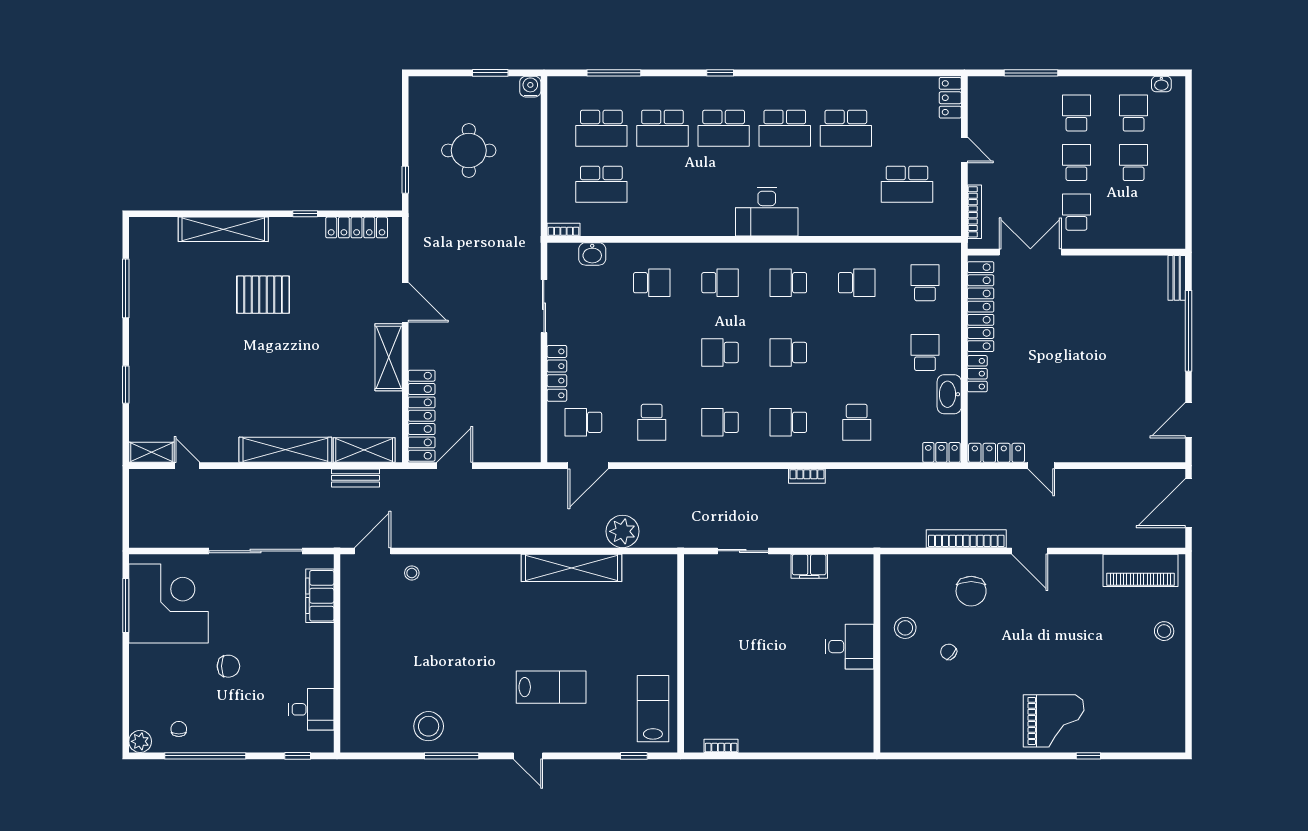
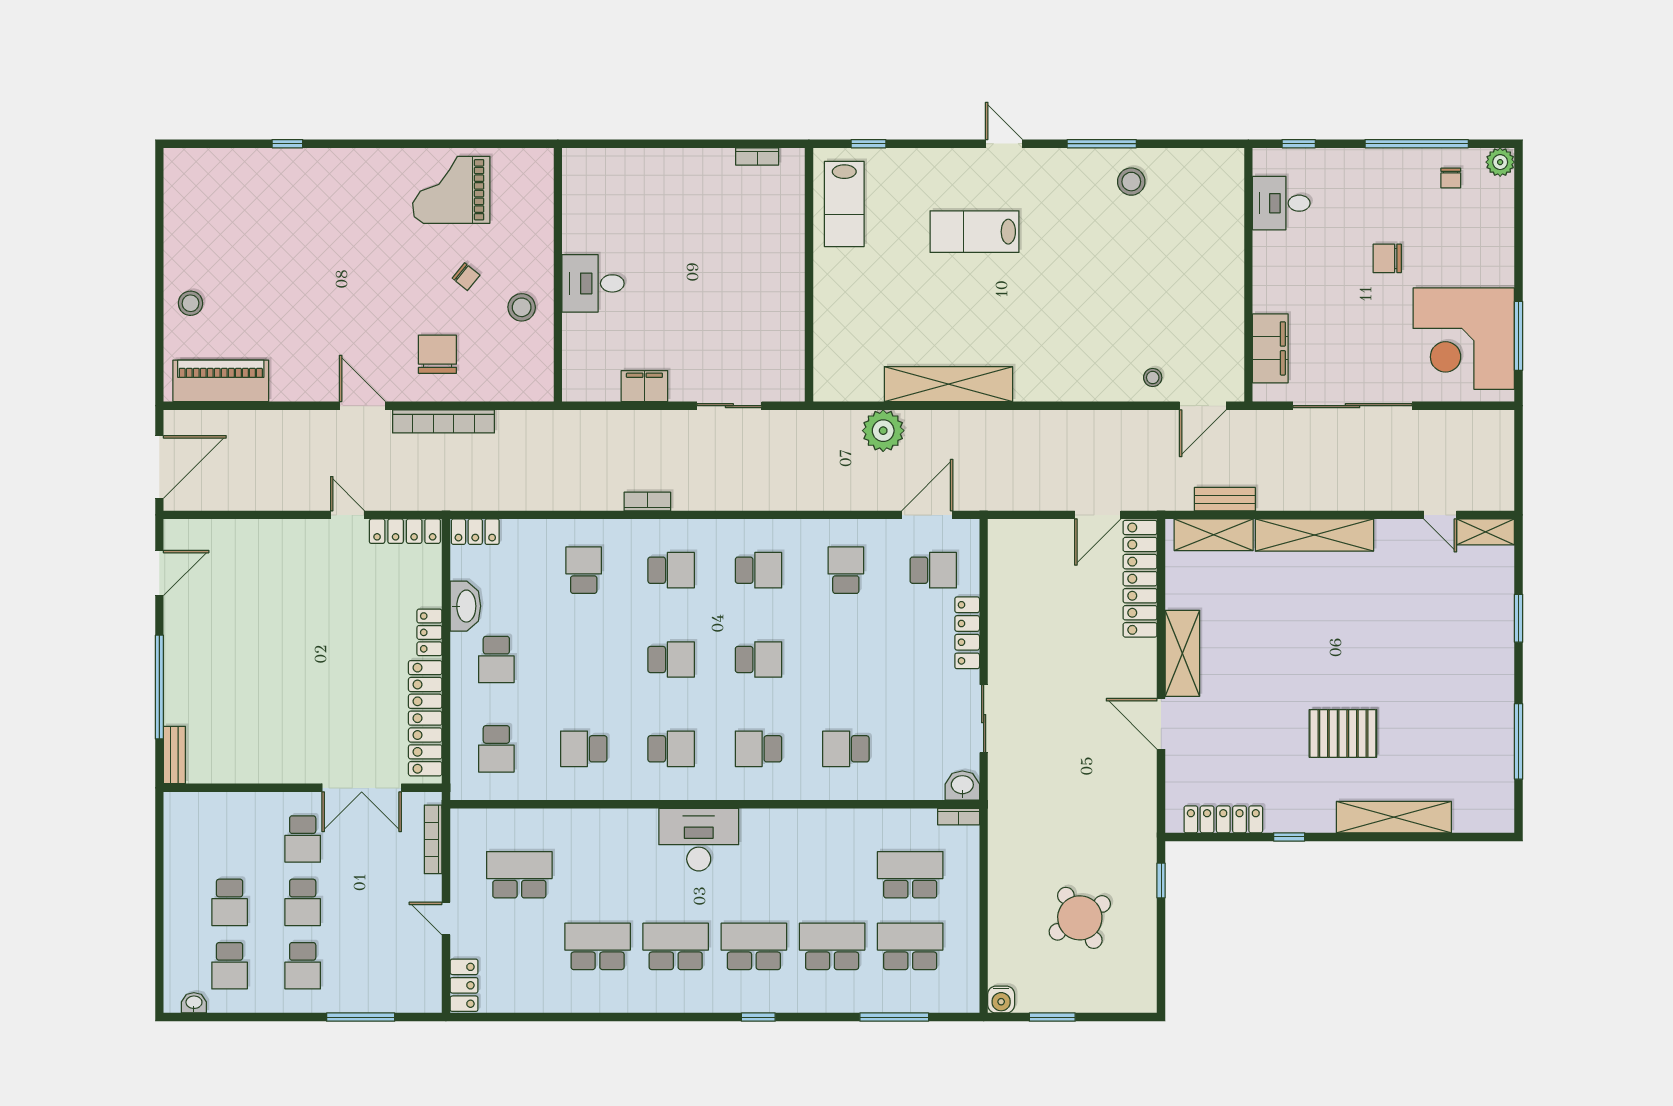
round table: (469, 150) -> (1080, 918), turned -32
washbasin: (592, 254) -> (962, 786), moved
grand piano: (1054, 721) -> (451, 190), moved
stool: (429, 726) -> (1131, 182), width x0.73, depth x0.73

